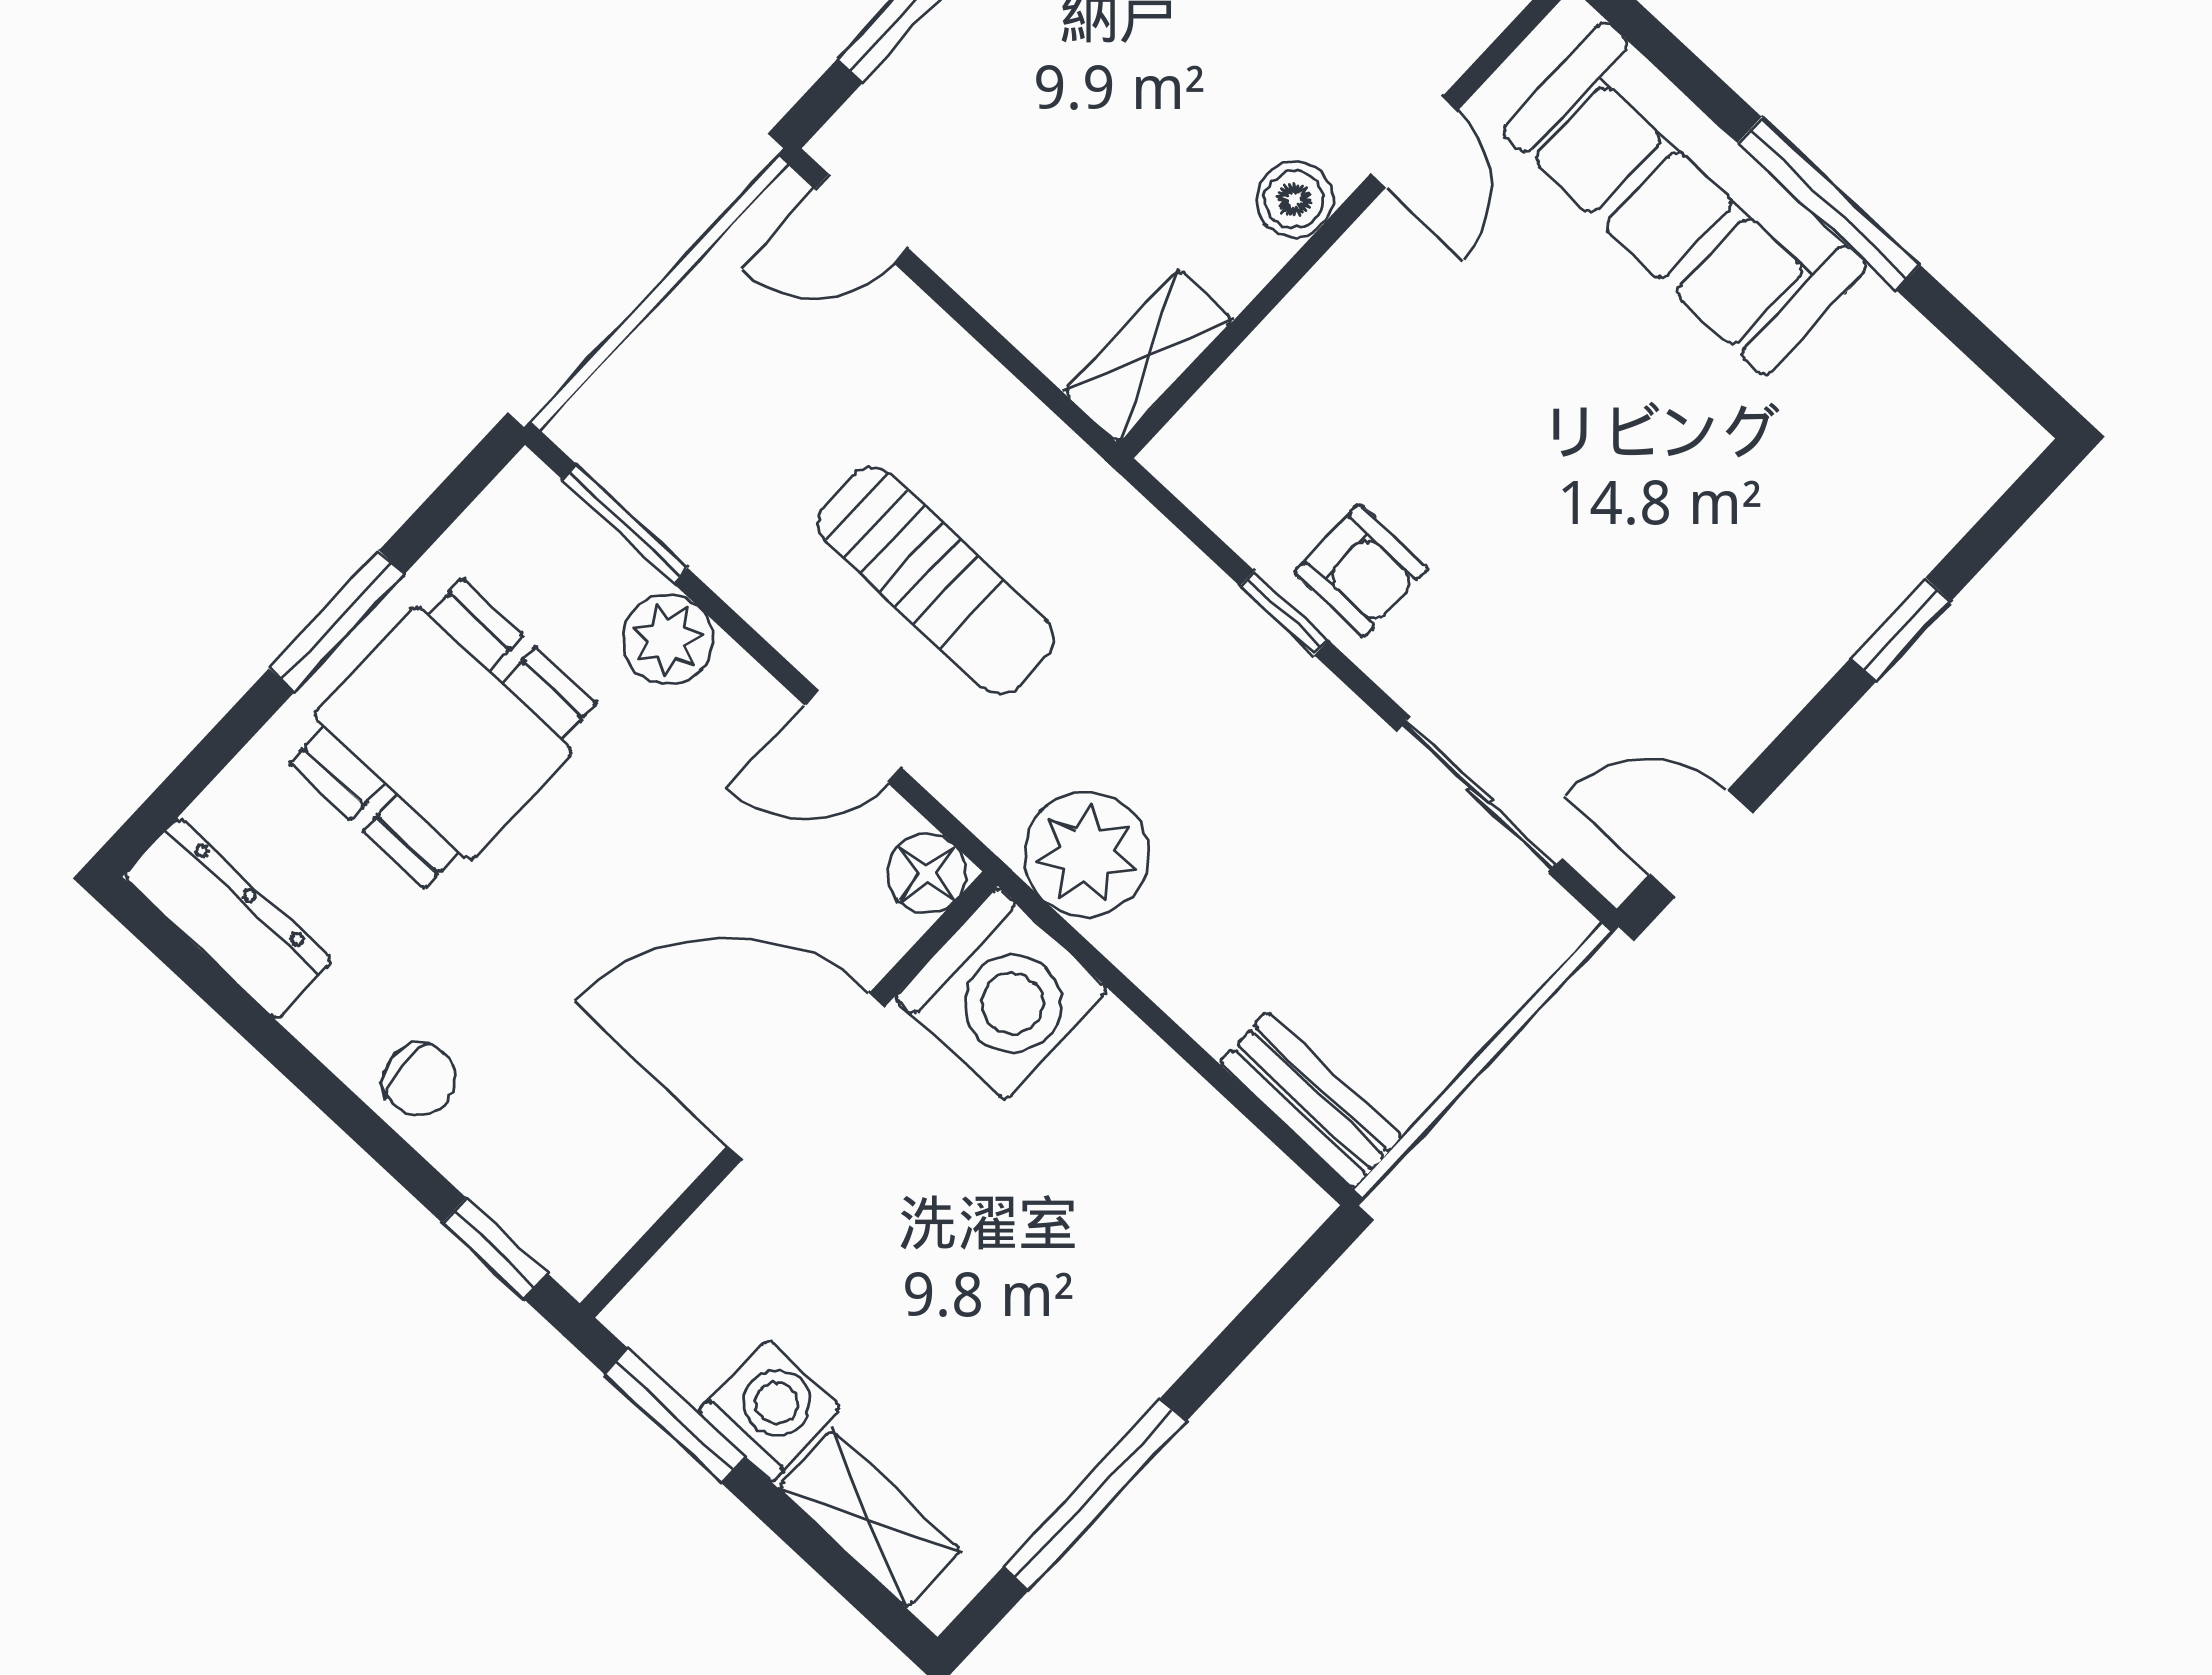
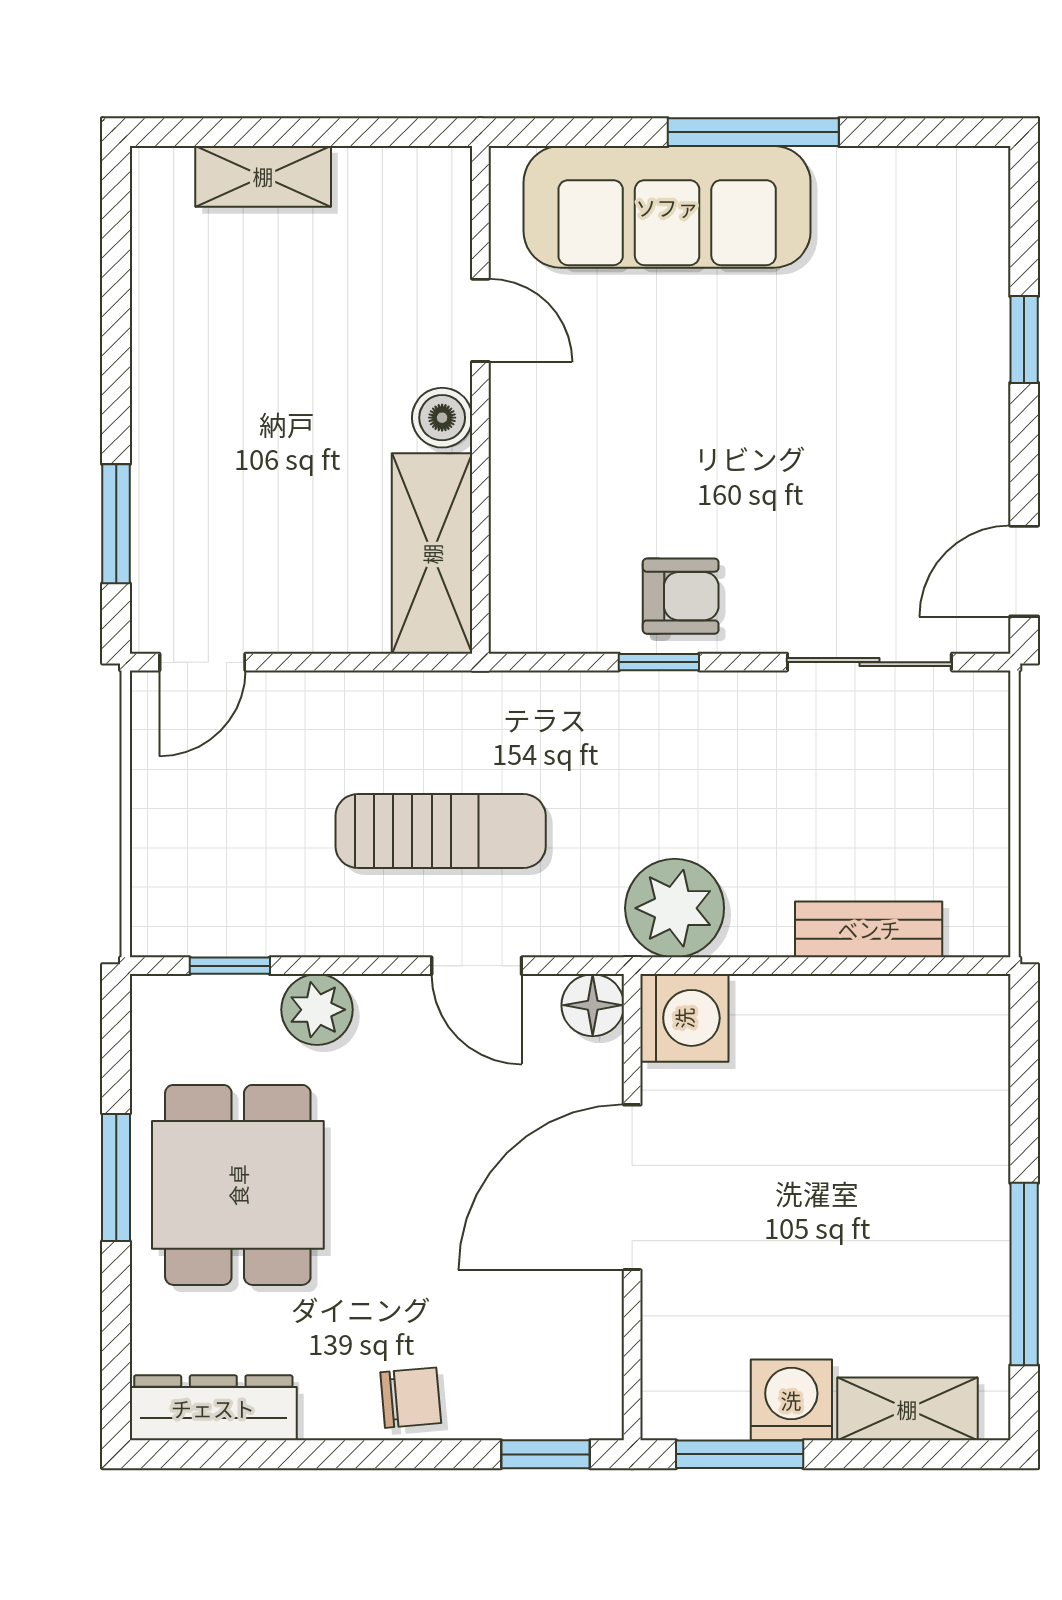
shelving: (1148, 356) -> (432, 554), width x1.50, depth x1.33
window: (625, 524) -> (230, 966), width x0.67
door: (853, 737) -> (477, 966), hinge flipped
washing machine: (1002, 994) -> (684, 1018), width x0.73, depth x0.73
bench: (1311, 1100) -> (869, 929), moved

